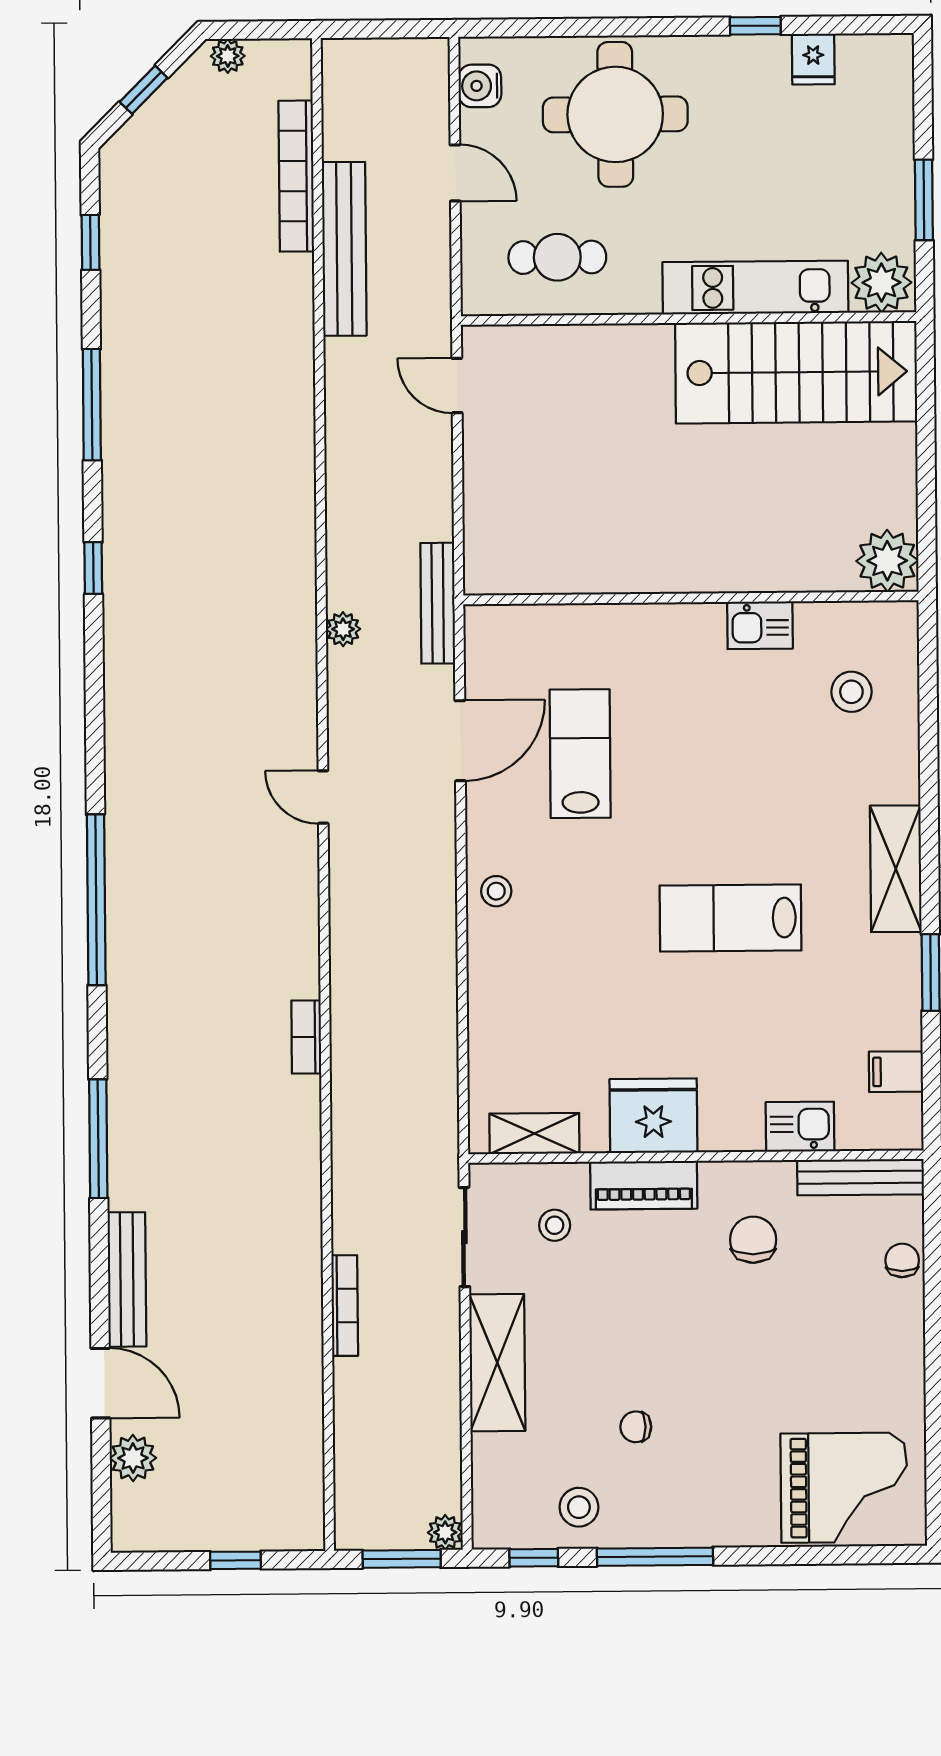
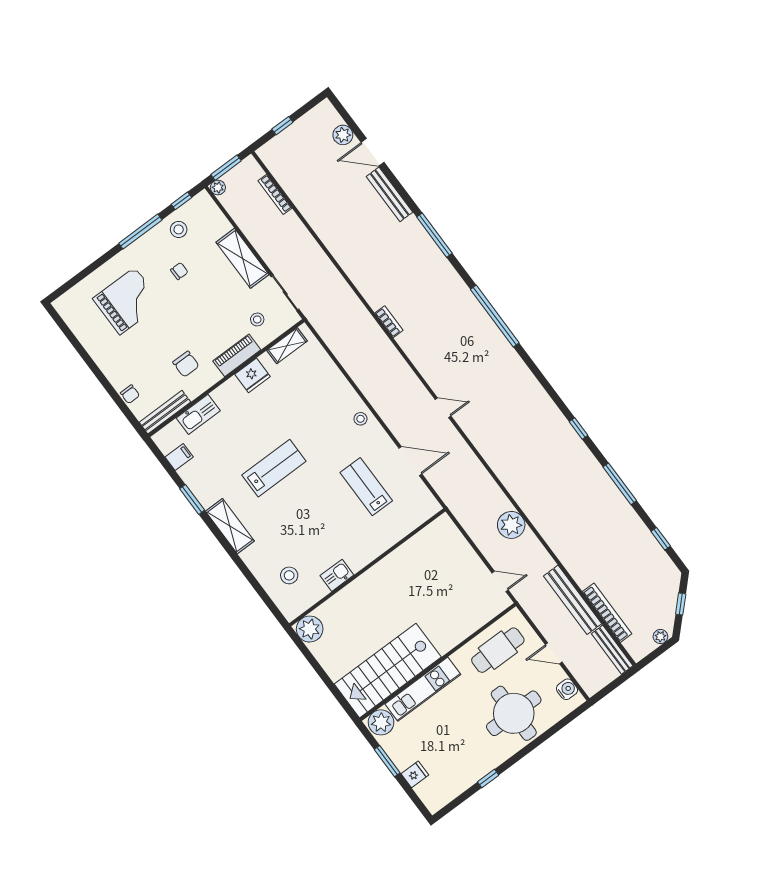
fridge: (813, 59) -> (415, 774), moved, turned 90
cafe table: (557, 257) -> (498, 650), width x1.37, depth x1.35
bench: (438, 603) -> (612, 650), moved
plant: (343, 629) -> (511, 525), moved, width x1.88, depth x1.88
door: (460, 741) -> (410, 461), swing flipped
lab bench: (580, 754) -> (366, 487), turned 180
fridge: (653, 1116) -> (252, 375), width x0.73, depth x0.75
kitchen sink: (800, 1127) -> (198, 414), width x1.38
bookcase: (345, 1306) -> (275, 194), moved
grand piano: (844, 1488) -> (127, 301), moved, turned 180

